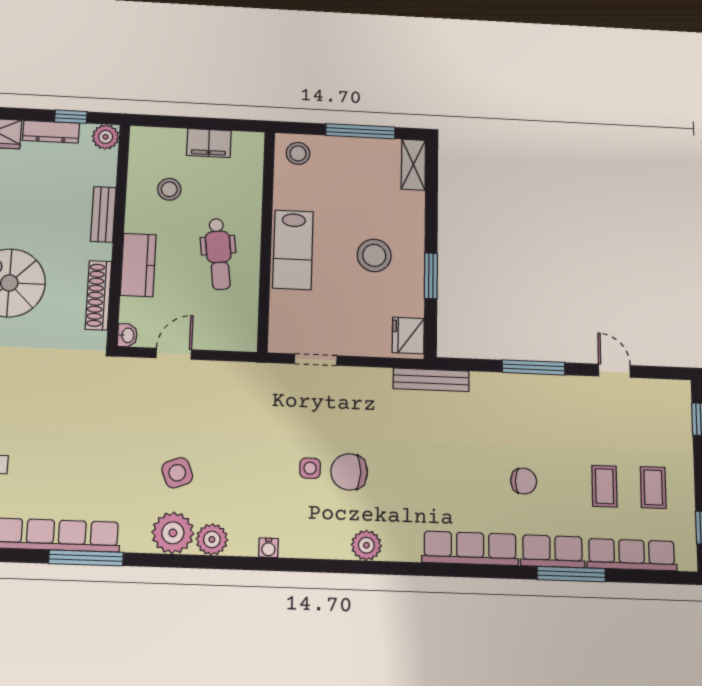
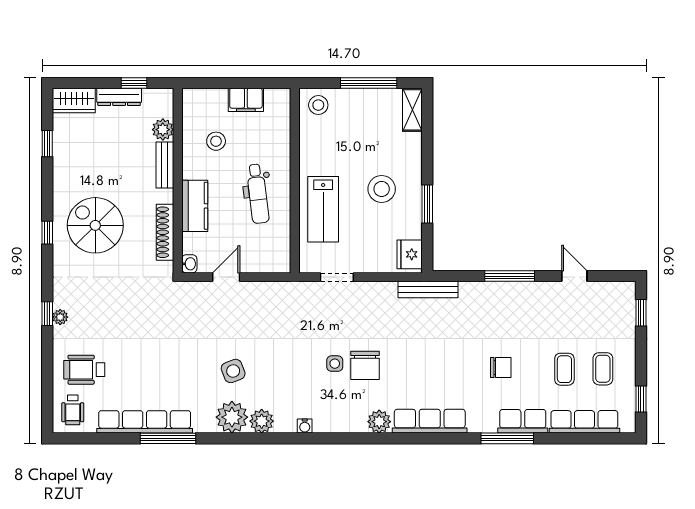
plant: (106, 137) -> (163, 130), moved
lab bench: (293, 250) -> (323, 209), moved
chair: (349, 472) -> (365, 365), turned -90
row of seats: (470, 548) -> (430, 421), moved
window: (571, 574) -> (507, 438), moved

